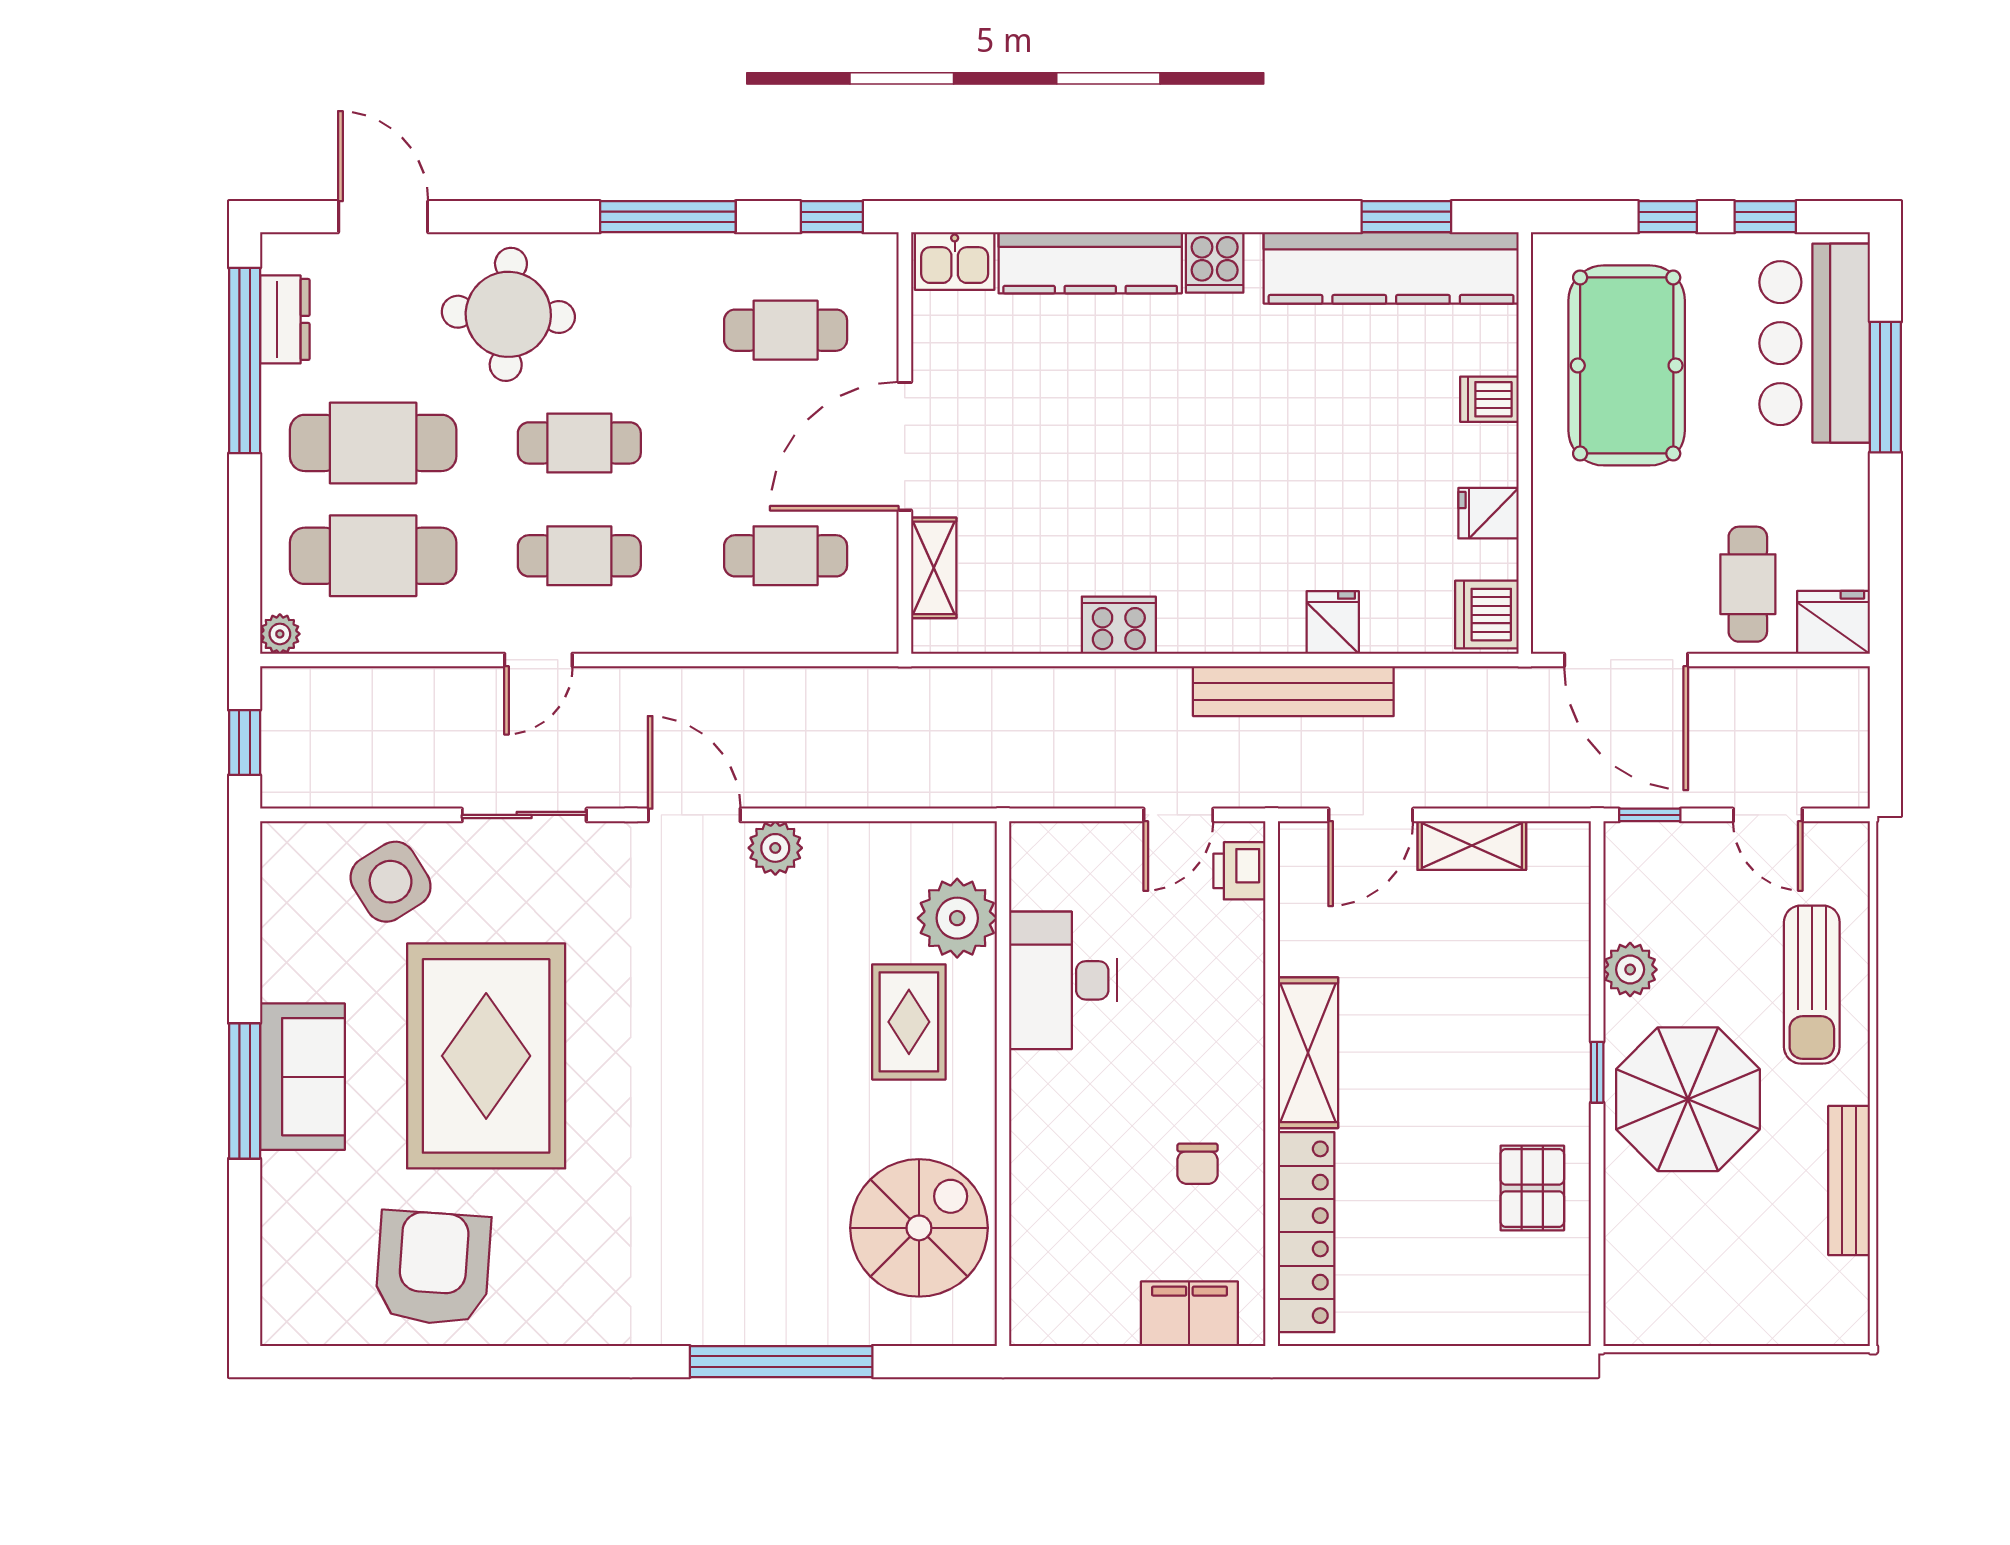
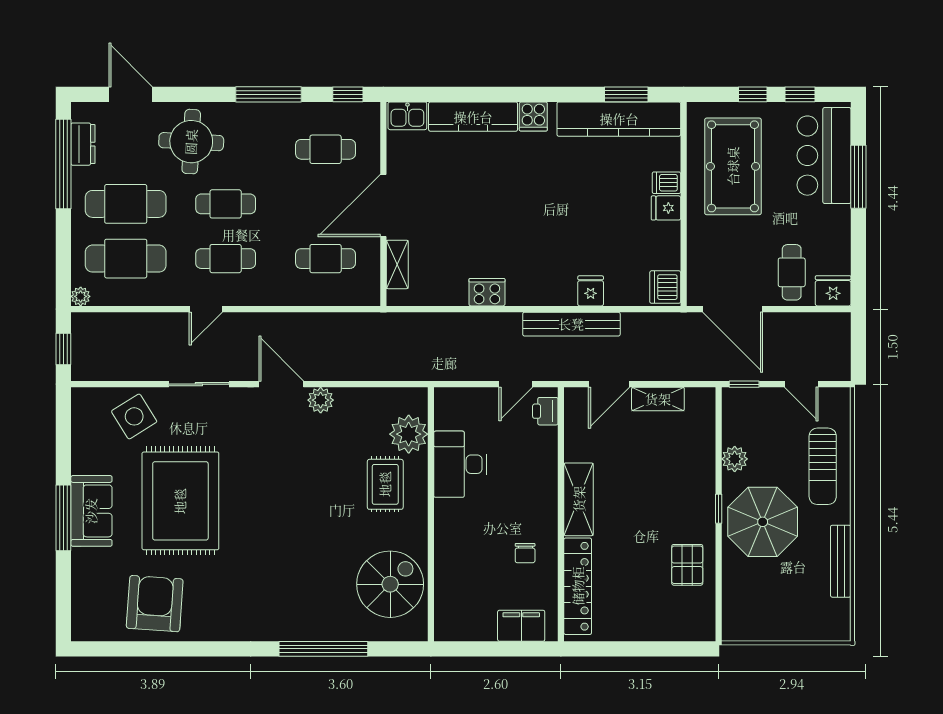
fridge: (1488, 513) -> (666, 208), moved

